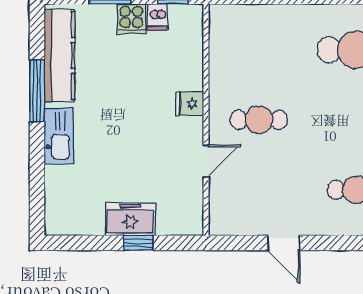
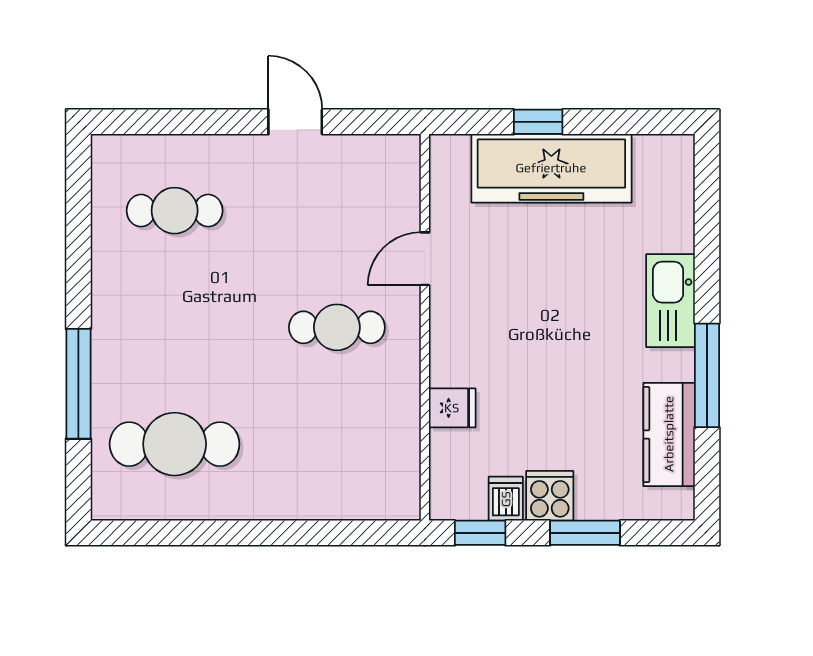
kitchen counter: (60, 56) -> (669, 434), width x0.67
fridge: (190, 104) -> (452, 408), moved
freezer: (130, 219) -> (551, 168), width x1.91, depth x1.26

